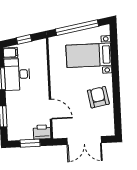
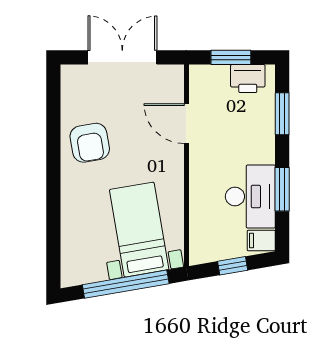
bed with nightstands: (89, 55) -> (139, 230), moved, turned -100
printer: (42, 132) -> (248, 79), moved

